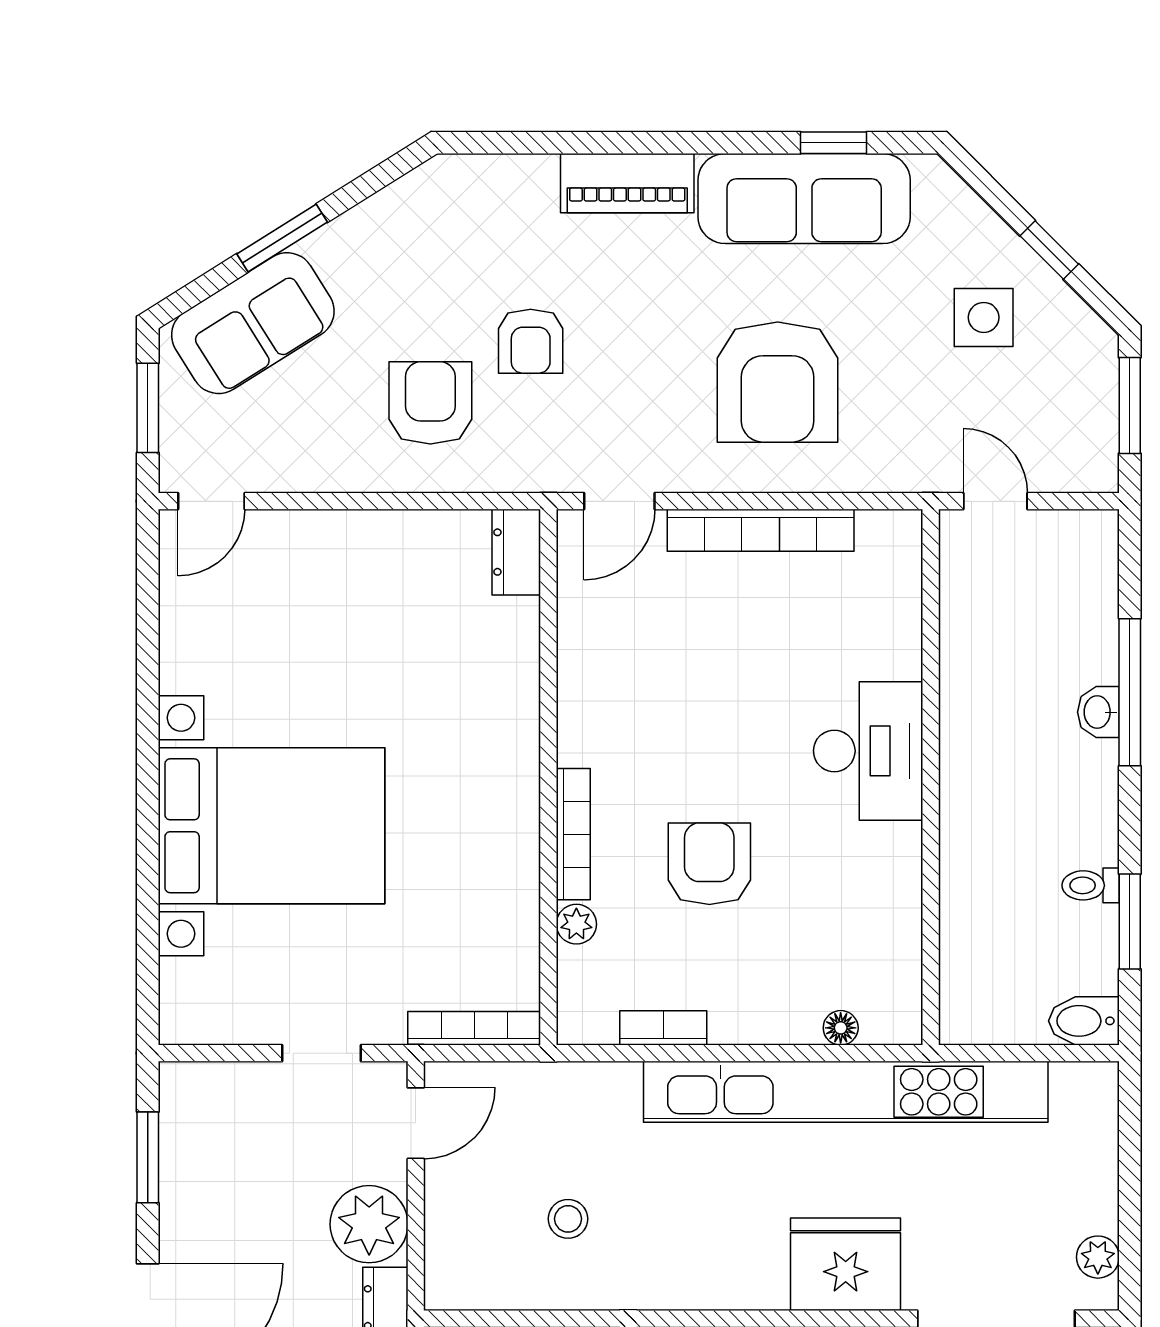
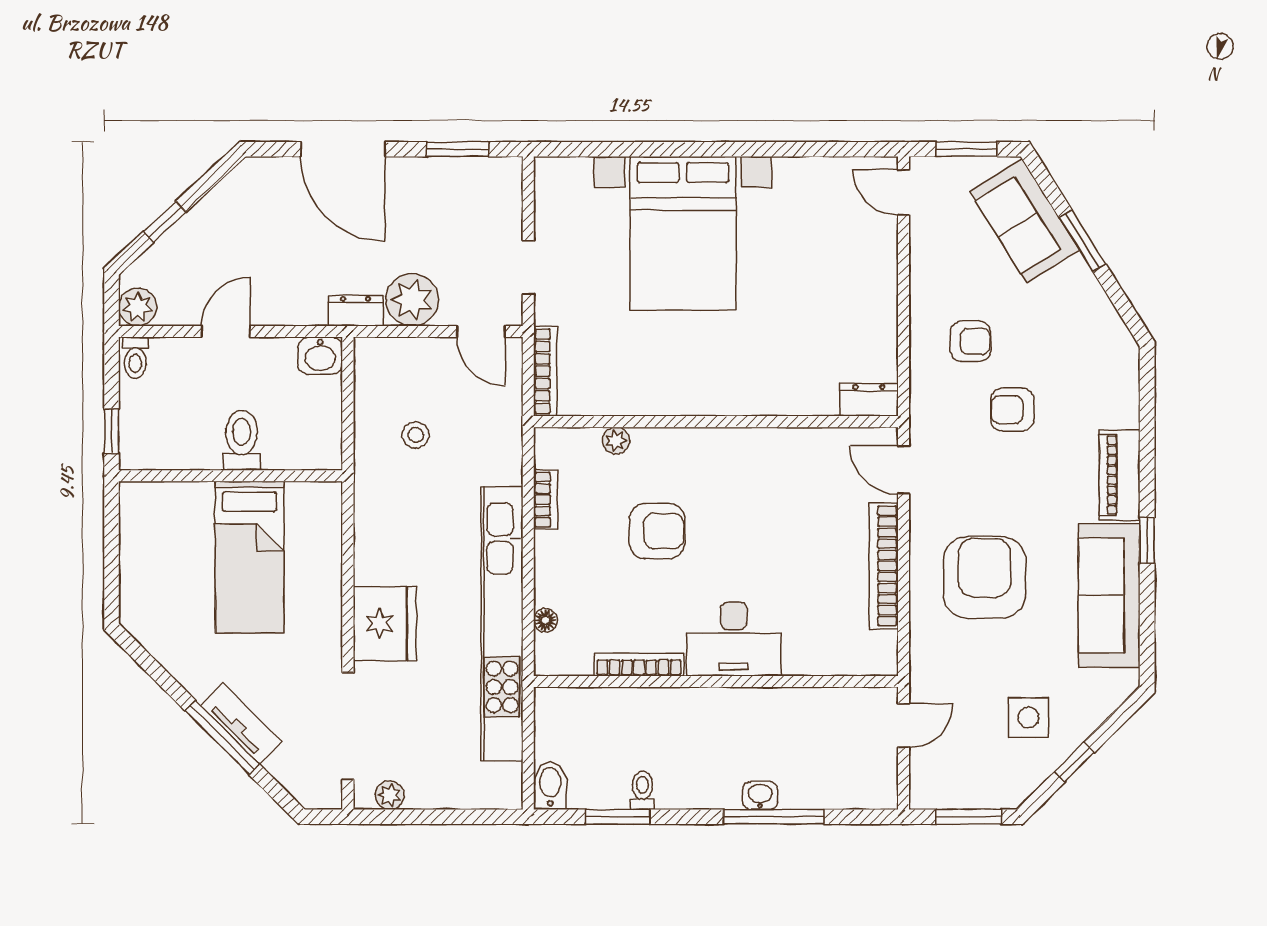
window: (834, 143) -> (1147, 540), moved
armchair: (778, 382) -> (984, 577), turned 90
armchair: (430, 403) -> (970, 341), width x0.72, depth x0.72
bookcase: (573, 834) -> (639, 665), moved, turned 180

